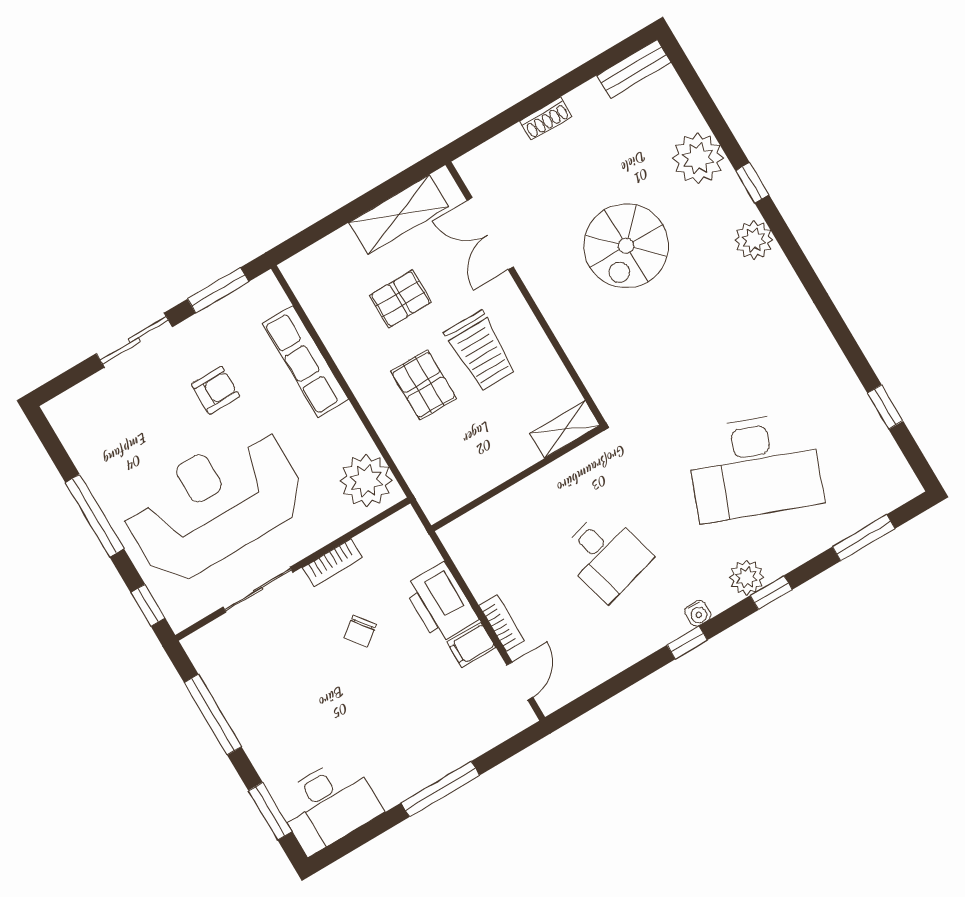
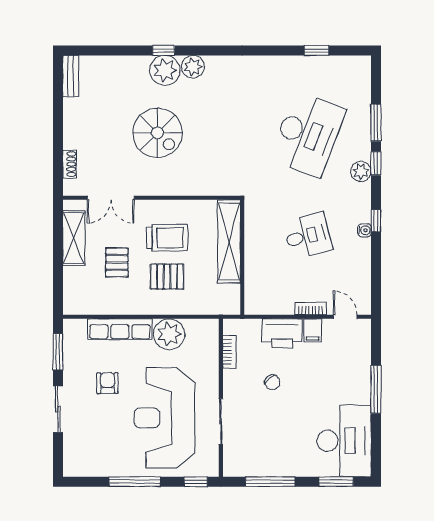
shoe rack: (546, 119) -> (70, 164), moved
plant: (698, 158) -> (165, 70), moved
shelving: (565, 429) -> (229, 241), width x2.20, depth x1.33
plant: (366, 481) -> (169, 334), moved
window: (864, 538) -> (376, 123), moved
bookcase: (332, 563) -> (229, 352), moved
water cooler: (698, 613) -> (364, 230), moved
desk: (328, 805) -> (344, 441), width x1.36, depth x1.30

